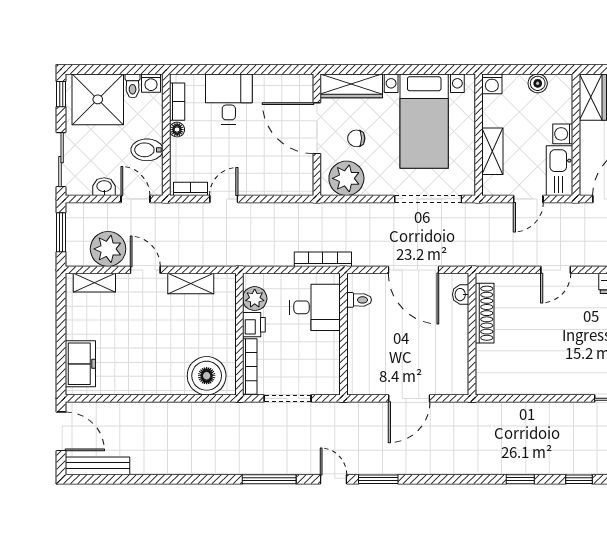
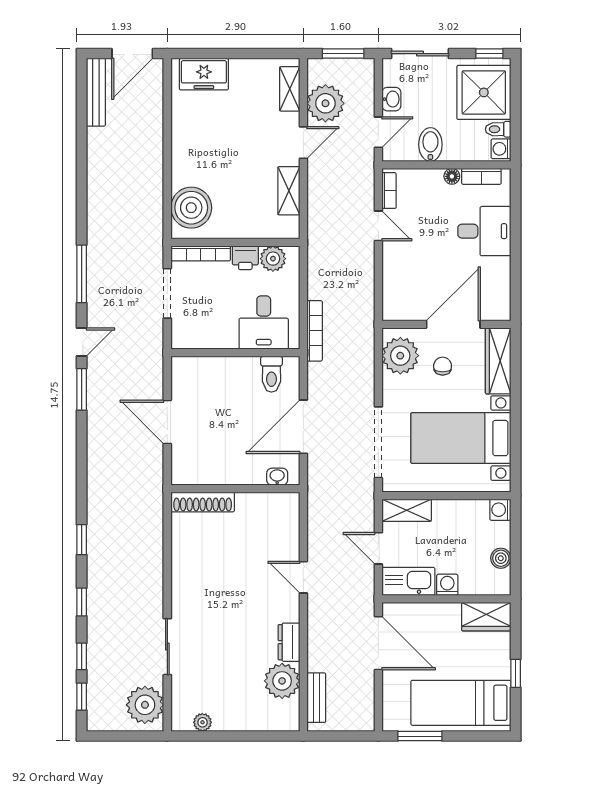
shelving: (492, 151) -> (407, 510), moved
toilet: (359, 300) -> (271, 374), width x1.37, depth x1.39
shoe rack: (485, 313) -> (203, 502), moved

